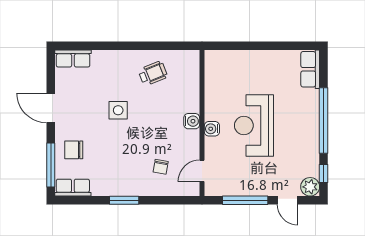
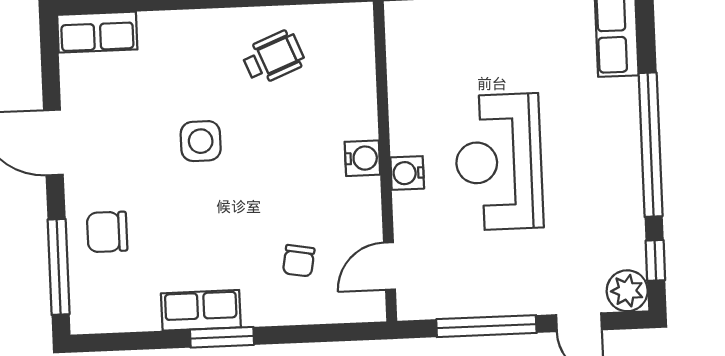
row of seats: (73, 188) -> (201, 310), moved

